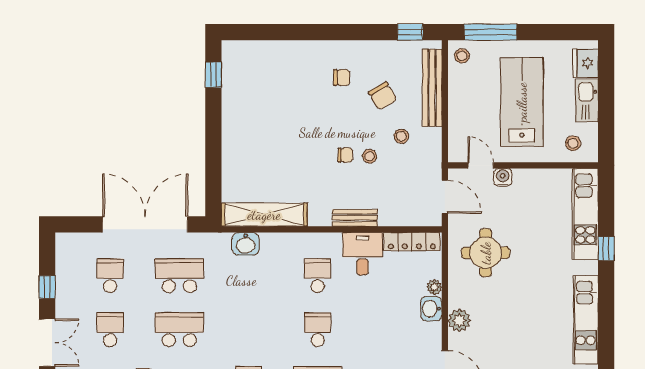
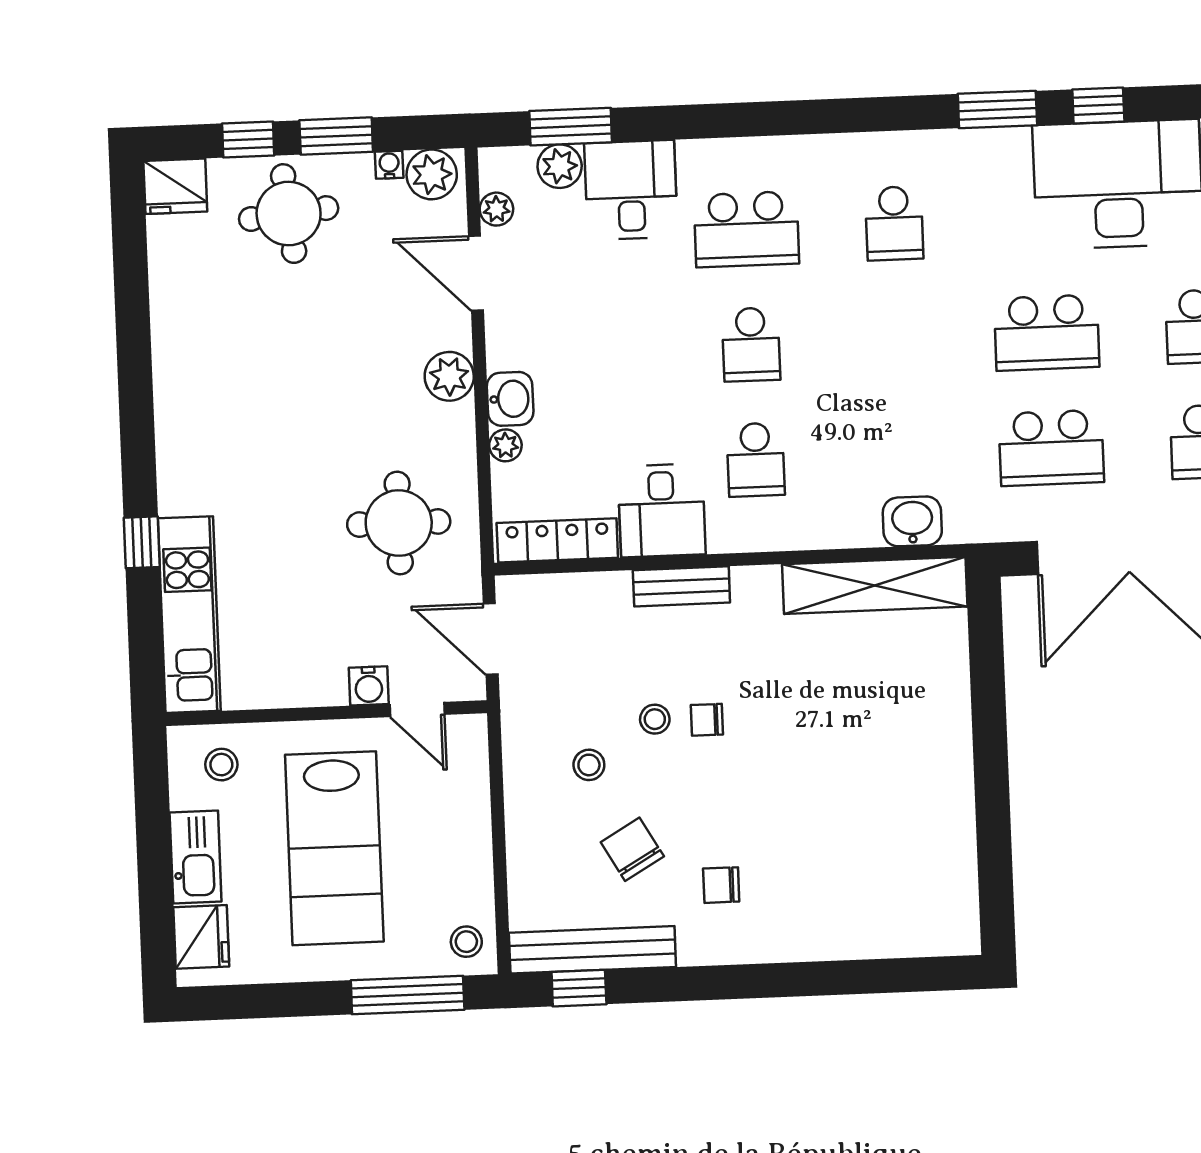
window: (213, 75) -> (996, 880), removed
bench: (432, 88) -> (592, 950), moved, turned 90
kitchen unit: (586, 320) -> (179, 388), removed

